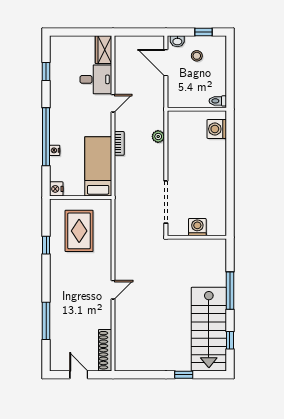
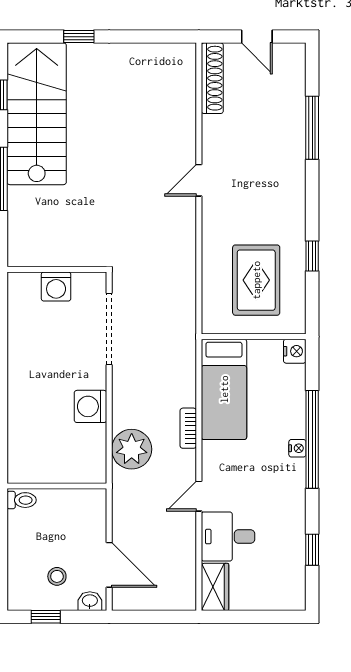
washing machine: (217, 129) -> (90, 406), moved, turned 180
plant: (158, 136) -> (132, 449), width x1.88, depth x1.88
nightstand: (55, 150) -> (297, 448), moved

